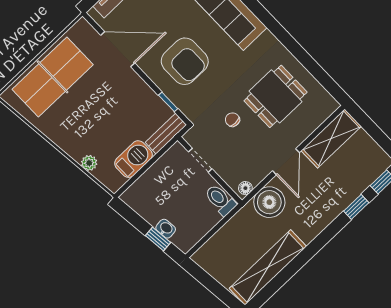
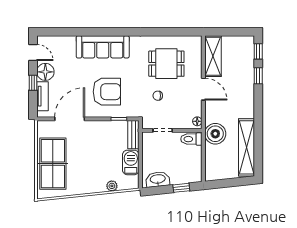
dining table: (276, 96) -> (166, 64), turned 90
boiler: (269, 202) -> (215, 134), moved
washbasin: (166, 229) -> (158, 179), moved, width x1.91, depth x1.45

